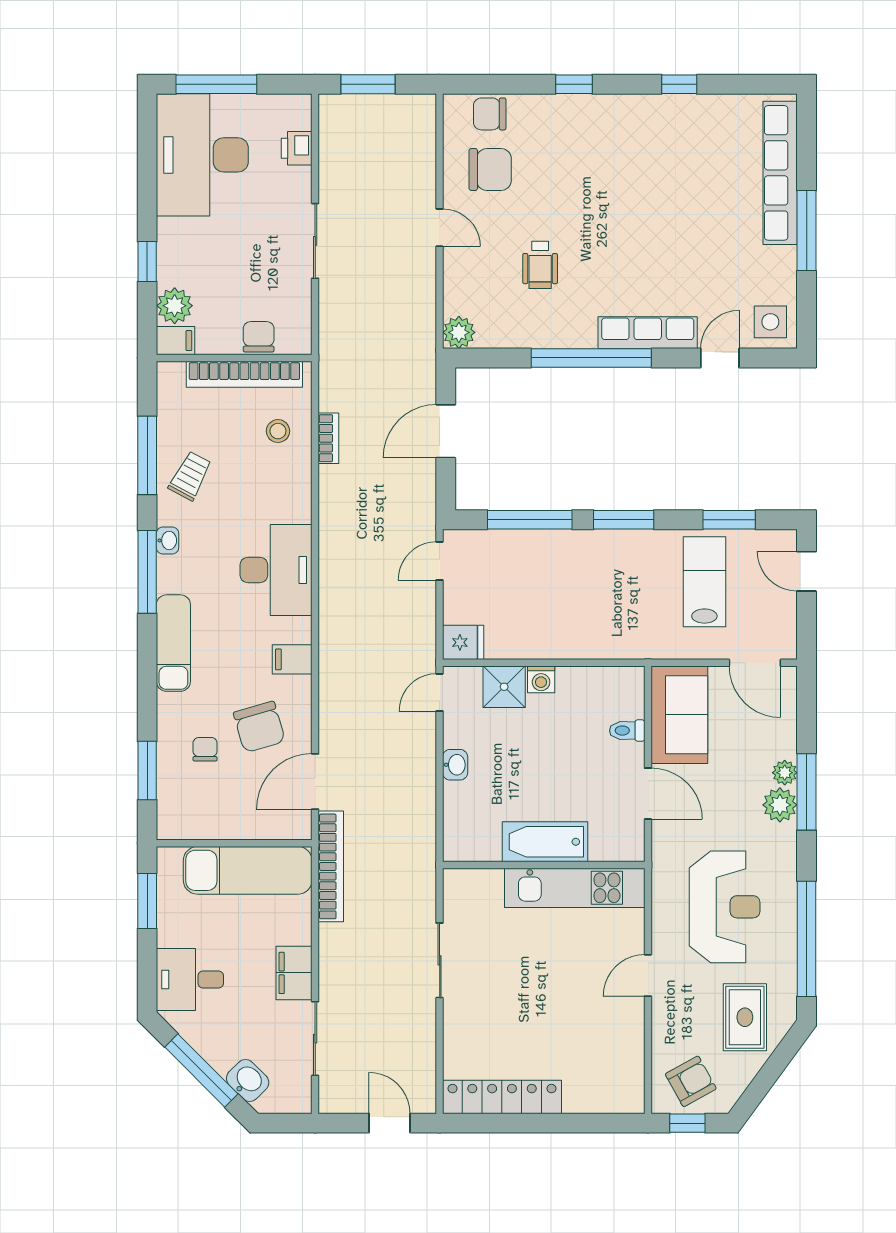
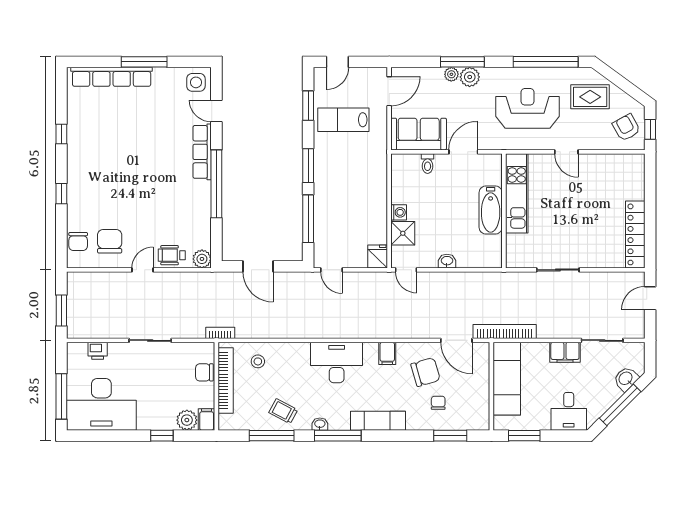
wheelchair: (540, 265) -> (172, 255), moved, turned 180
bookcase: (328, 438) -> (220, 333), moved
chair: (205, 749) -> (438, 403), turned 90

